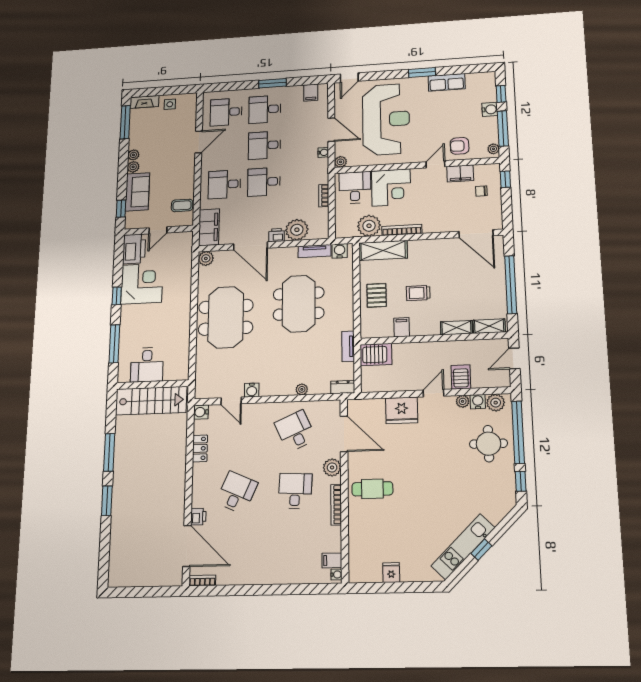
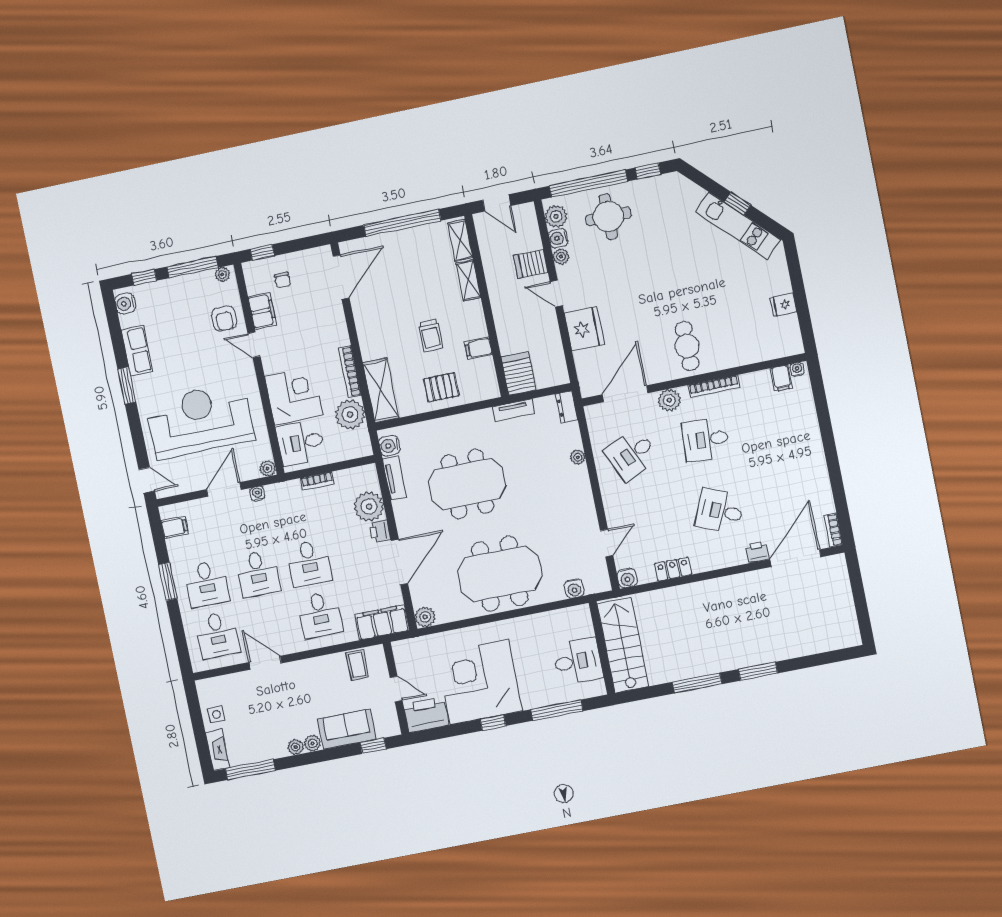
water cooler: (490, 109) -> (125, 304), moved, turned -90
corner desk: (142, 284) -> (479, 682), width x1.36, depth x1.36
water cooler: (252, 390) -> (574, 589), moved, turned 90

